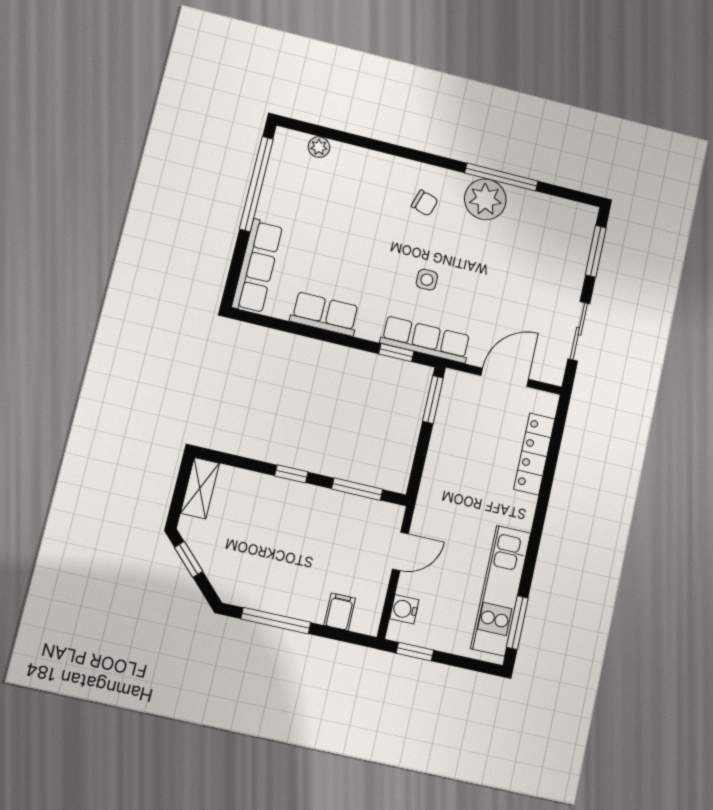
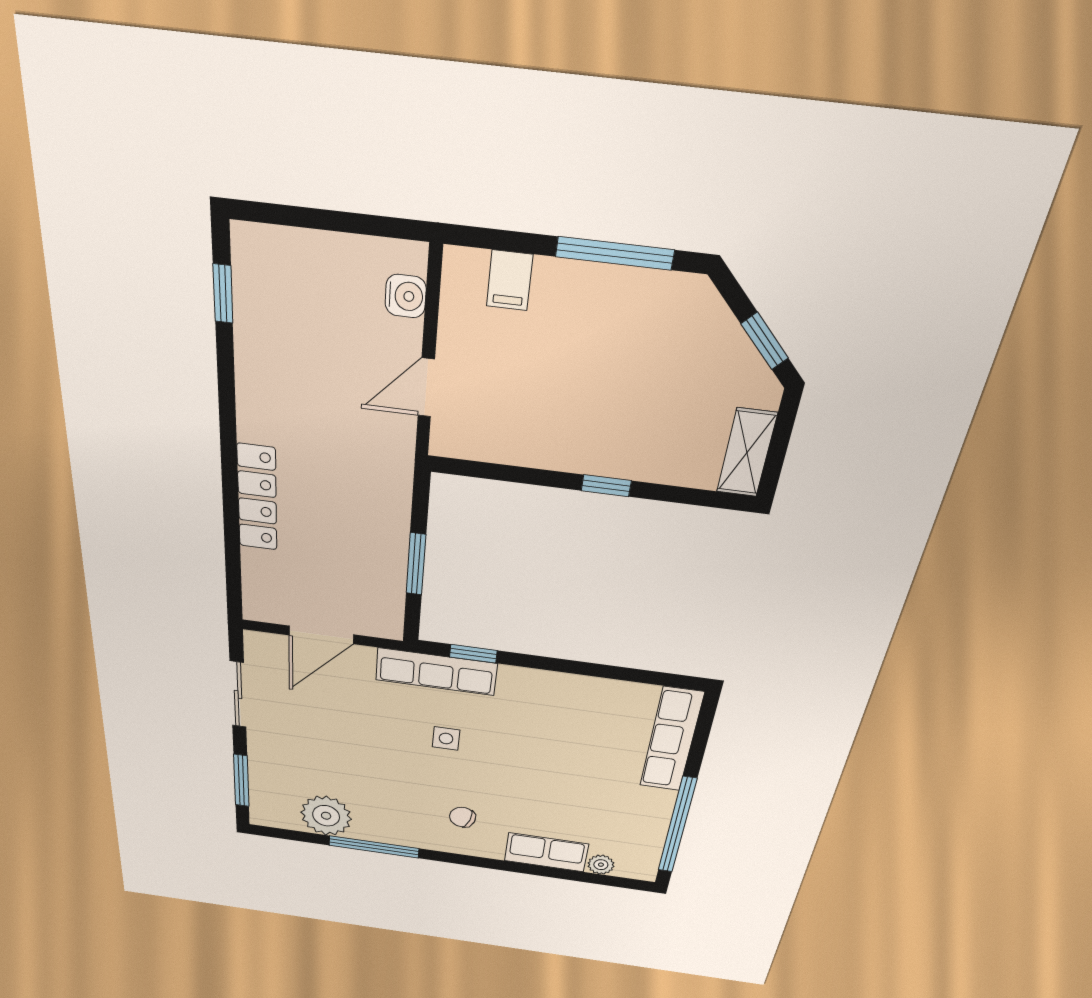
plant: (485, 199) -> (326, 816), moved
row of seats: (325, 314) -> (546, 852), moved, turned 180
window: (433, 400) -> (416, 564), moved
locker: (534, 454) -> (257, 498), moved
window: (357, 489) -> (505, 473), removed
kitchen unit: (501, 591) -> (261, 343), removed
window: (517, 623) -> (223, 294), width x0.67
window: (415, 652) -> (377, 226), removed

